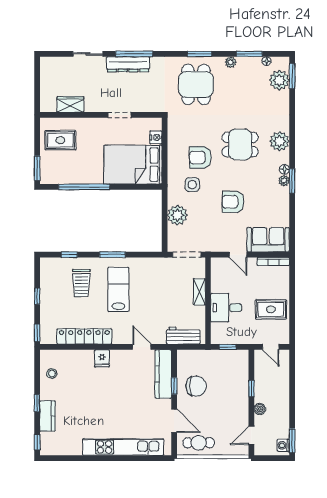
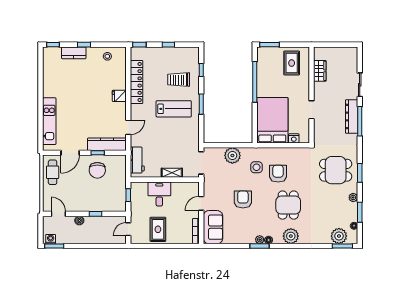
kitchen unit: (123, 447) -> (49, 121), width x0.73

